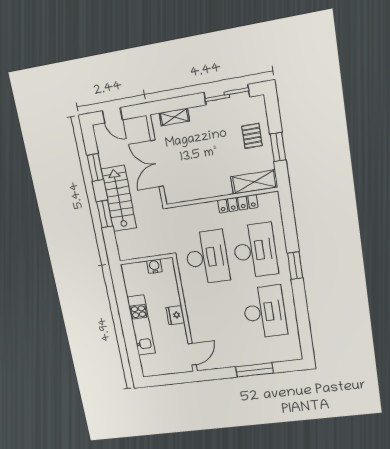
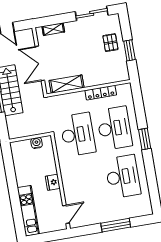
shelving: (254, 182) -> (67, 84), moved
kitchen unit: (141, 325) -> (28, 211), moved

